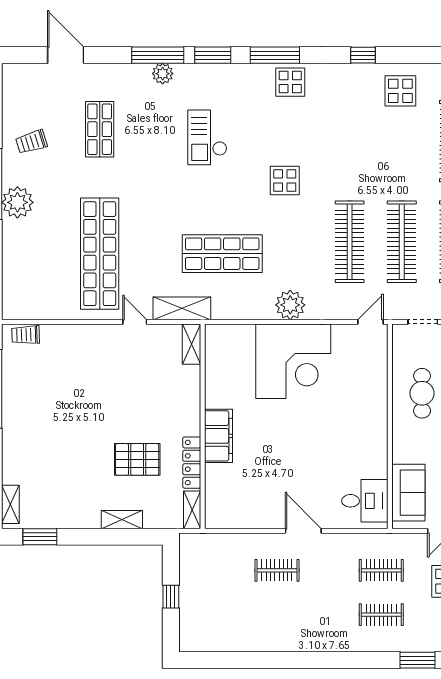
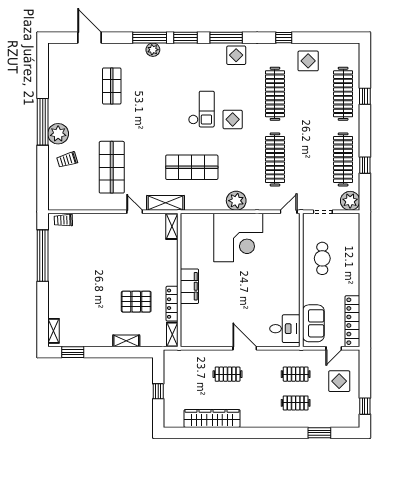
checkout: (207, 137) -> (201, 109), moved, turned 180
trolley: (31, 142) -> (67, 160), moved
clothes rail: (402, 242) -> (275, 94), moved
shop shelf: (100, 254) -> (112, 167), width x0.71
wardrobe: (253, 638) -> (212, 418), added

